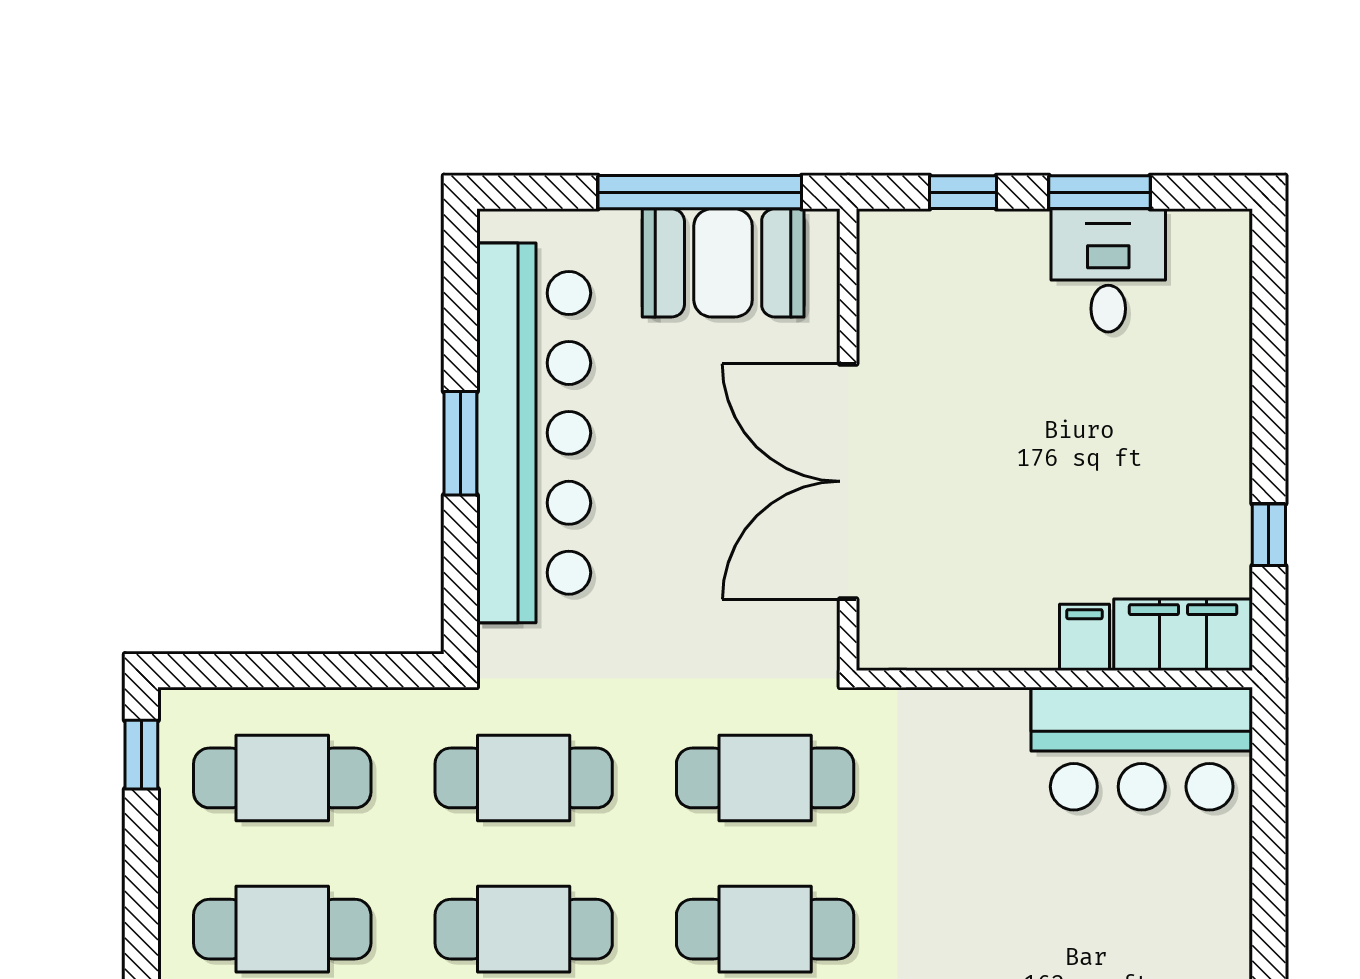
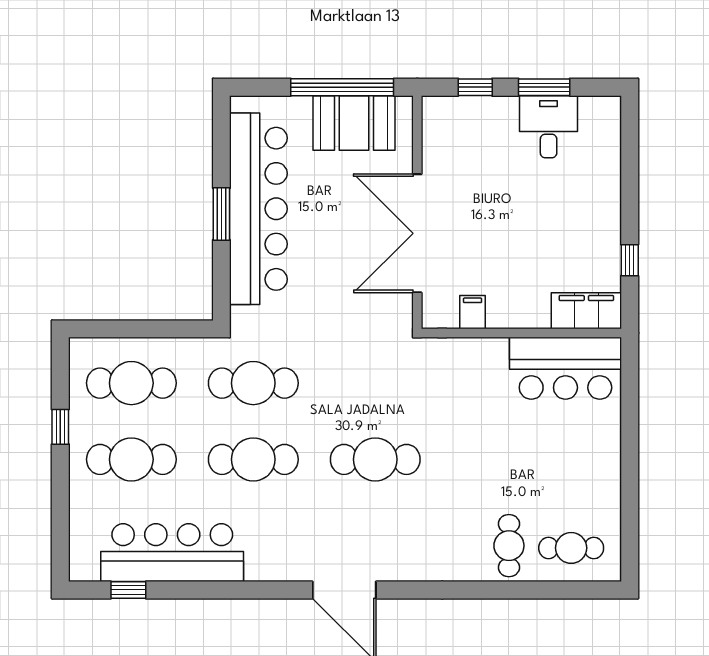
filing cabinet: (1084, 637) -> (473, 312), moved
window: (141, 755) -> (60, 427), moved
cafe table: (765, 778) -> (375, 383), removed

